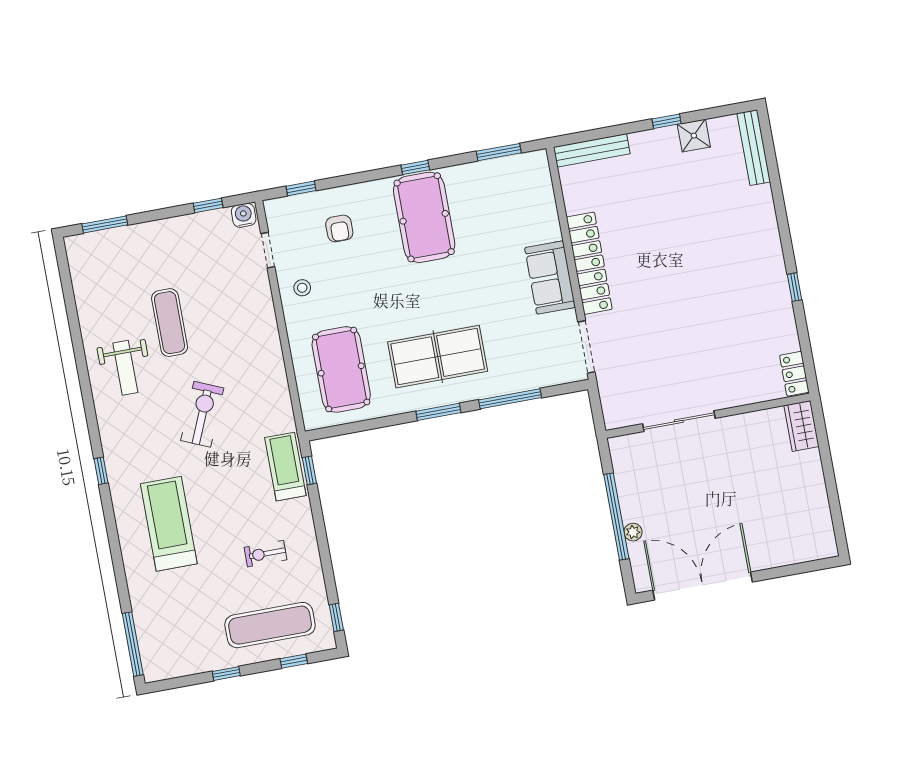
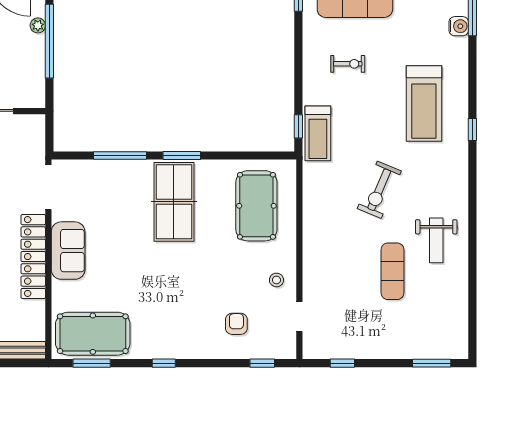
water cooler: (244, 215) -> (459, 26), moved, turned -90
pool table: (424, 217) -> (93, 334), moved, turned 90
table tennis table: (438, 357) -> (174, 202), turned 90
weight bench: (125, 368) -> (436, 240), turned 180
window: (101, 471) -> (472, 130), moved

